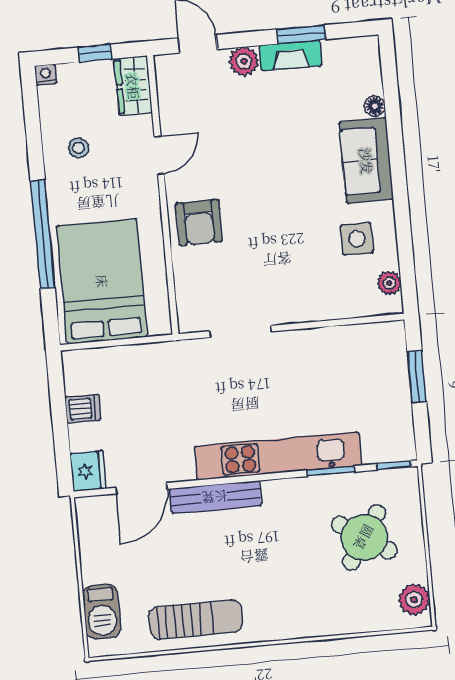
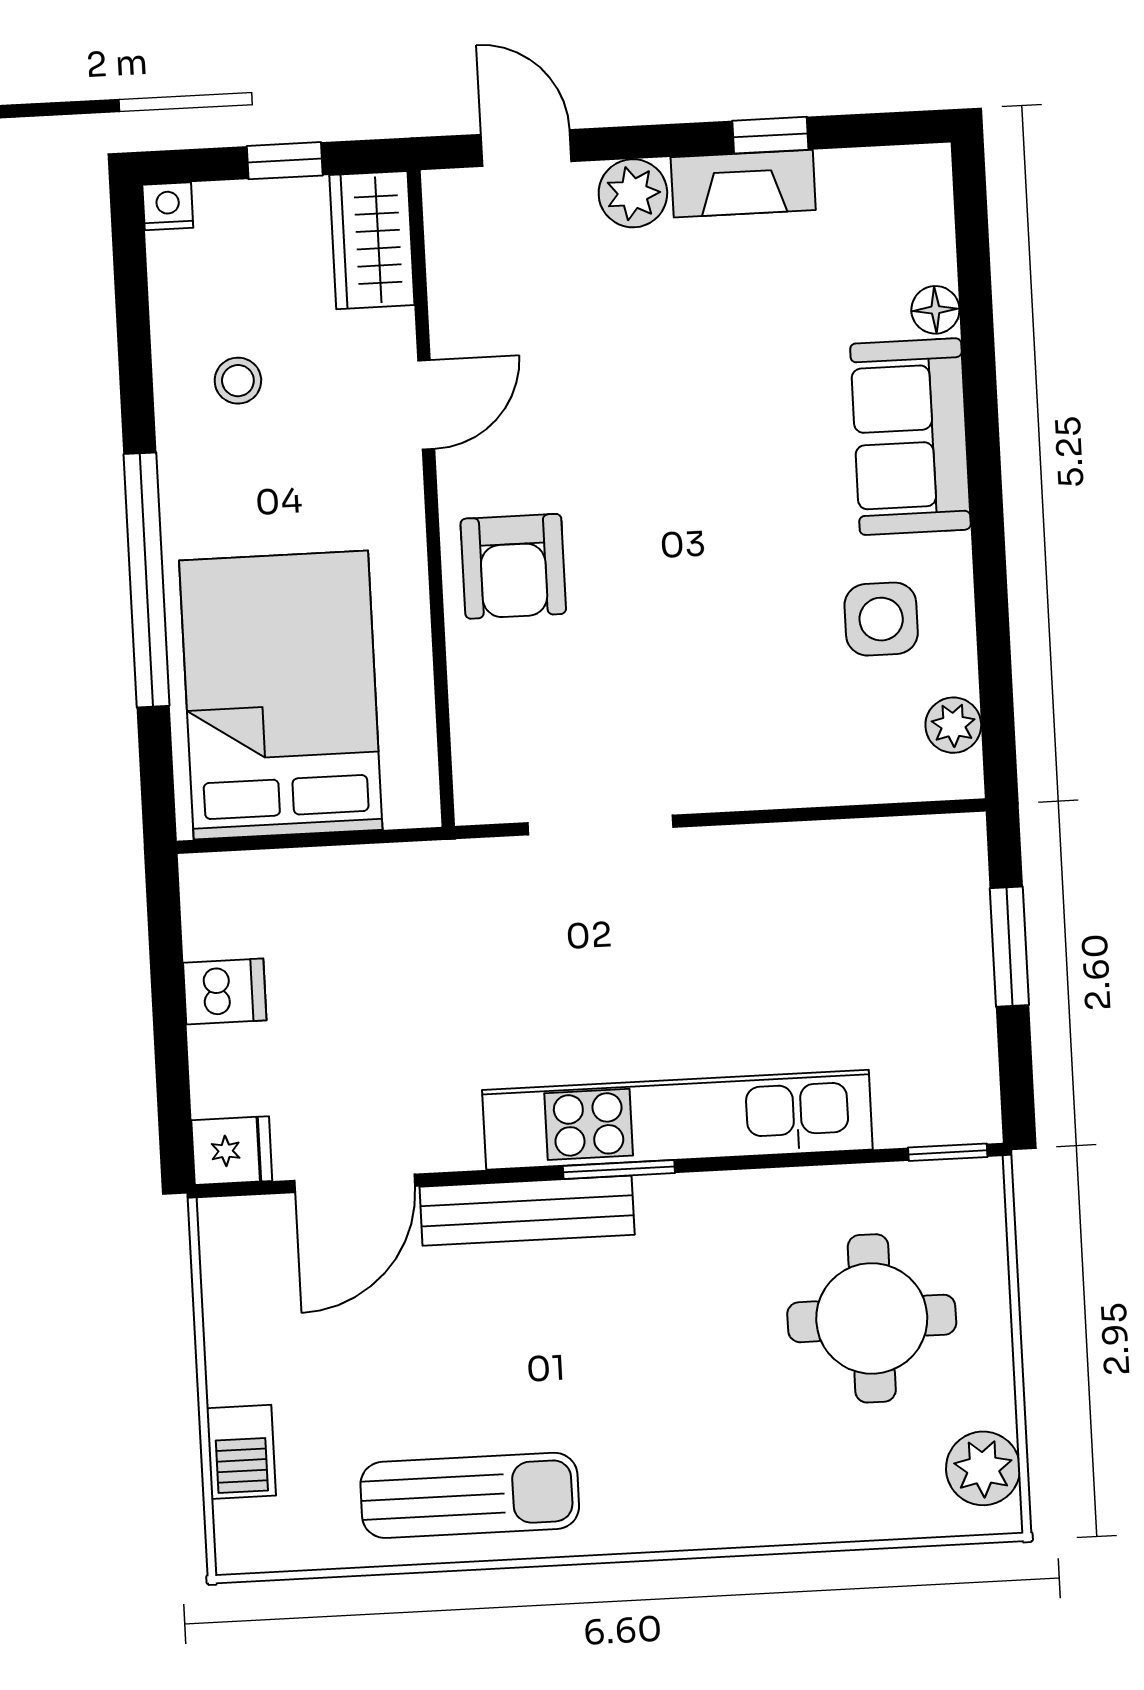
window: (302, 34) -> (770, 135), width x0.67
fridge: (88, 471) -> (232, 1151), width x0.72
window: (331, 471) -> (619, 1170), moved
round table: (364, 537) -> (872, 1318), turned -33
barbecue: (102, 612) -> (241, 1452), width x0.73, depth x0.79

